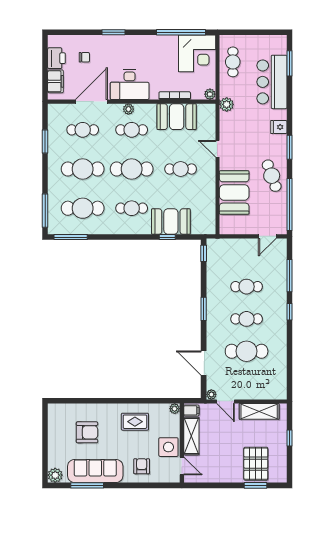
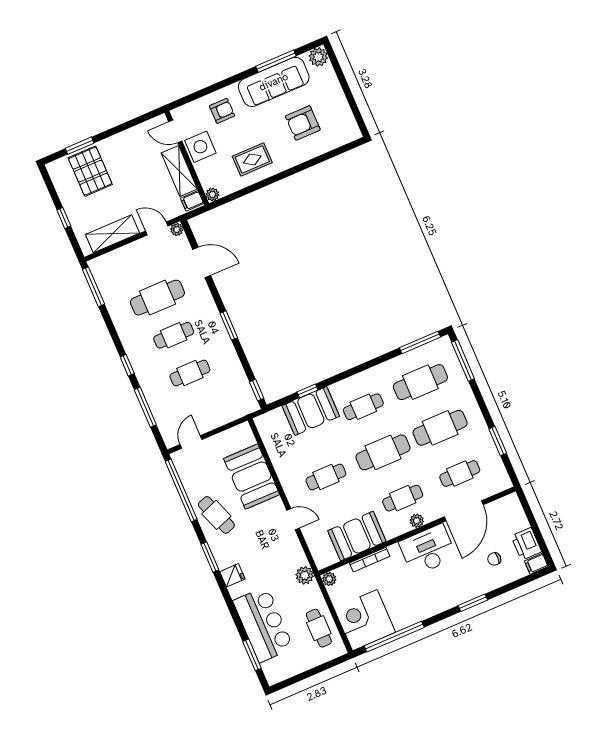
filing cabinet: (55, 81) -> (536, 564), moved, width x0.50
window: (289, 379) -> (93, 287), added
armchair: (142, 466) -> (222, 111), turned -90

